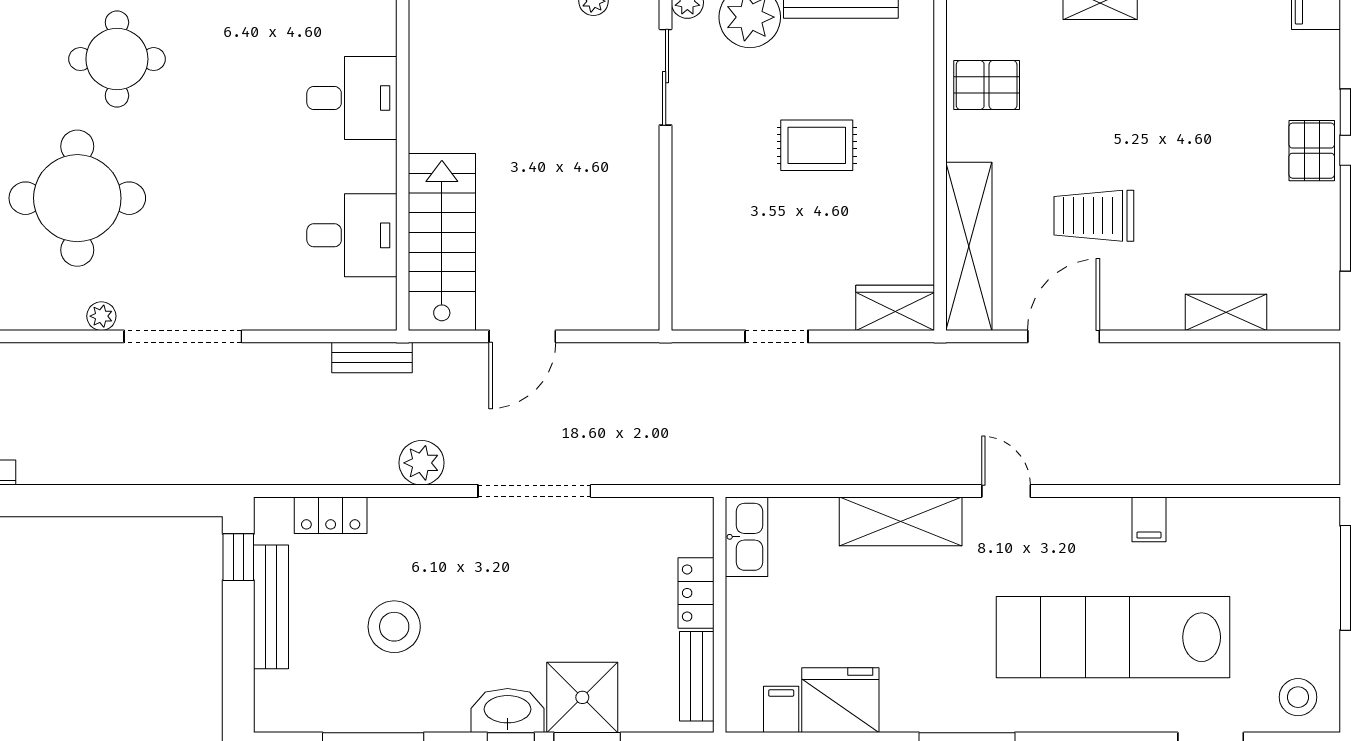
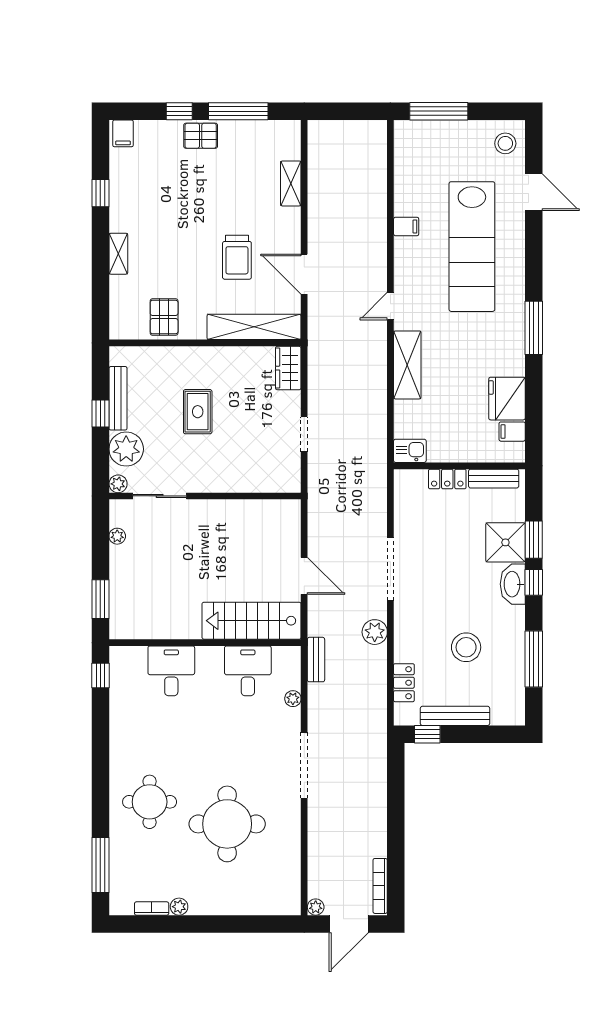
plant: (101, 316) -> (293, 699), moved
kitchen sink: (747, 537) -> (410, 451), width x0.73

